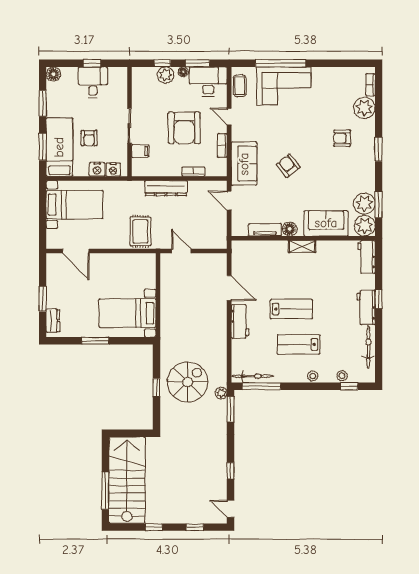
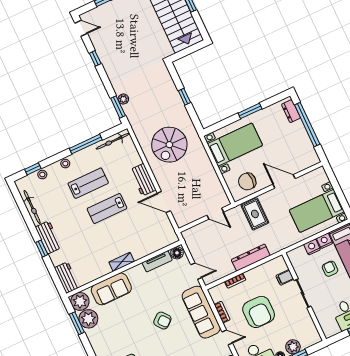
armchair: (184, 128) -> (259, 312), turned 180
sofa: (244, 164) -> (201, 312), width x1.36
nightstand: (113, 170) -> (325, 241), moved
floor lamp: (290, 229) -> (177, 253), moved
door: (76, 251) -> (284, 181), moved
chair: (133, 269) -> (247, 182), added
window: (43, 299) -> (307, 125), width x2.11
spiral stairs: (188, 382) -> (169, 145), moved
window: (261, 386) -> (86, 144), moved
plant: (221, 393) -> (123, 99), moved

